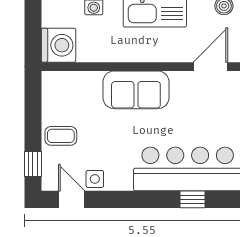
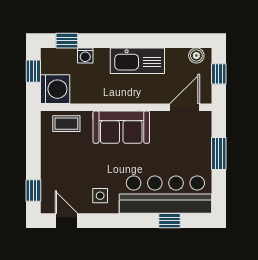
window: (33, 24) -> (33, 71), added
coffee table: (61, 136) -> (66, 124), moved
side table: (95, 179) -> (100, 196), moved

